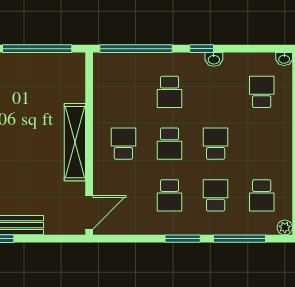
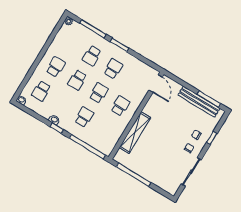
shelving: (75, 142) -> (135, 133), moved
school desk: (123, 144) -> (120, 106), turned 180
school desk: (262, 195) -> (56, 67), moved
door: (89, 212) -> (156, 84), swing flipped

